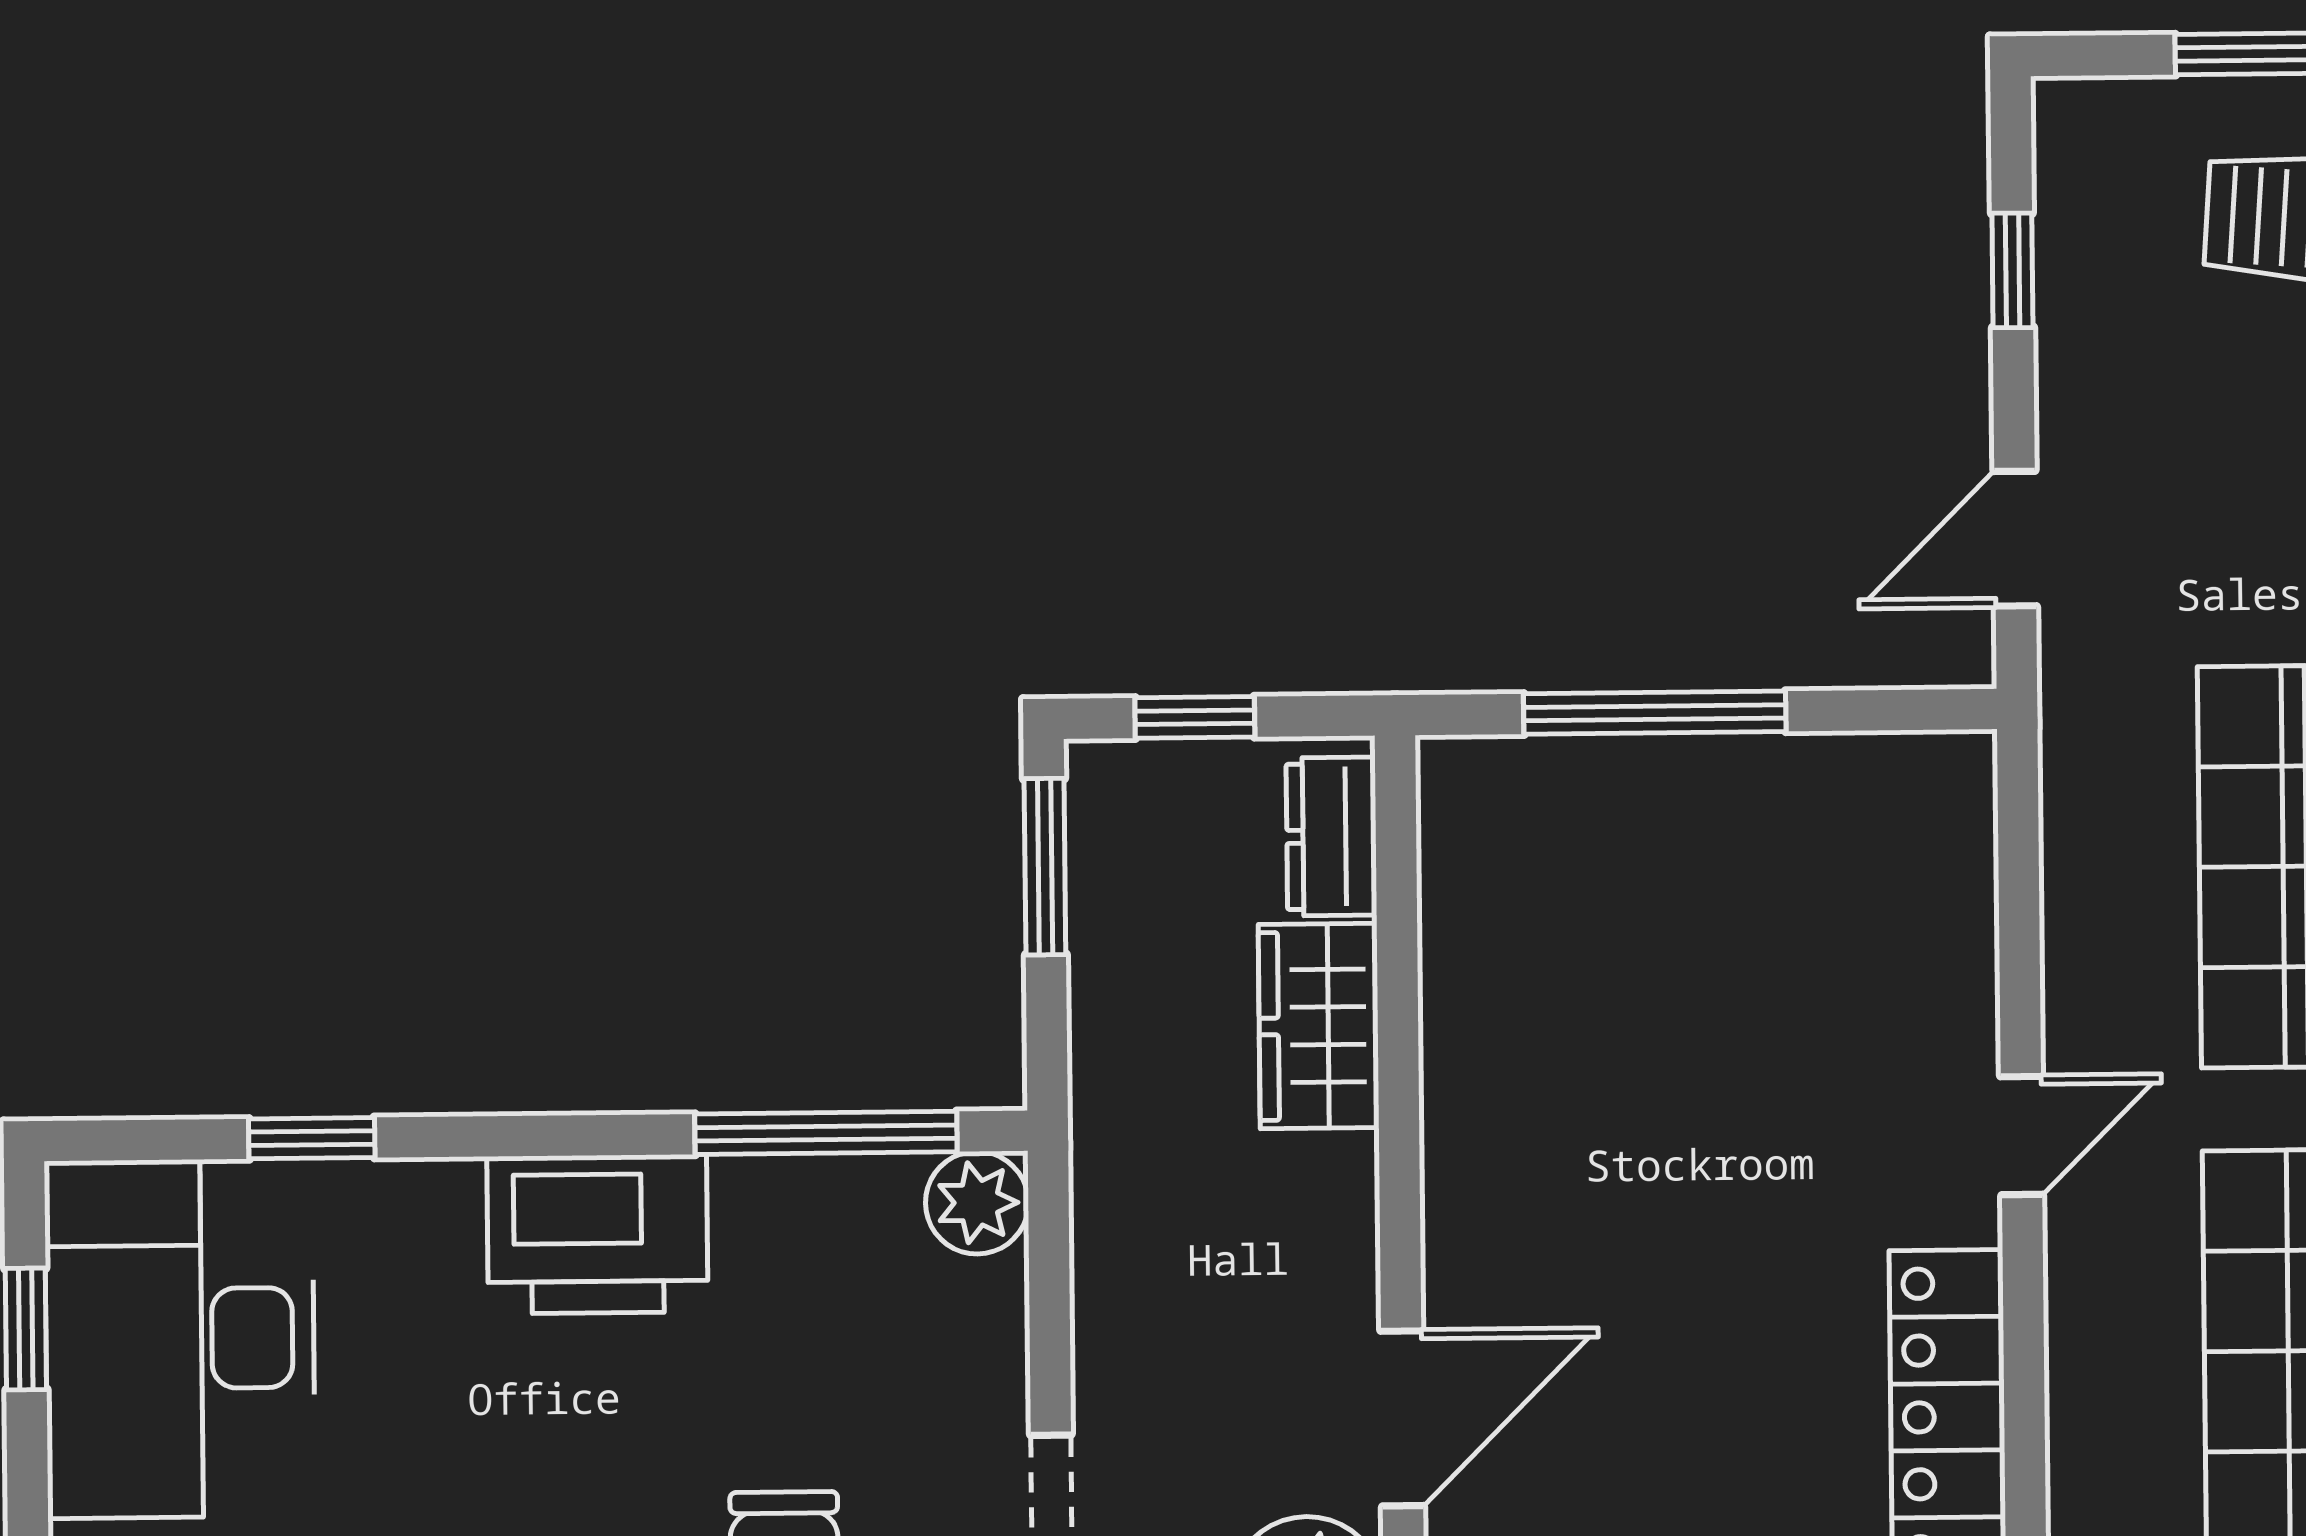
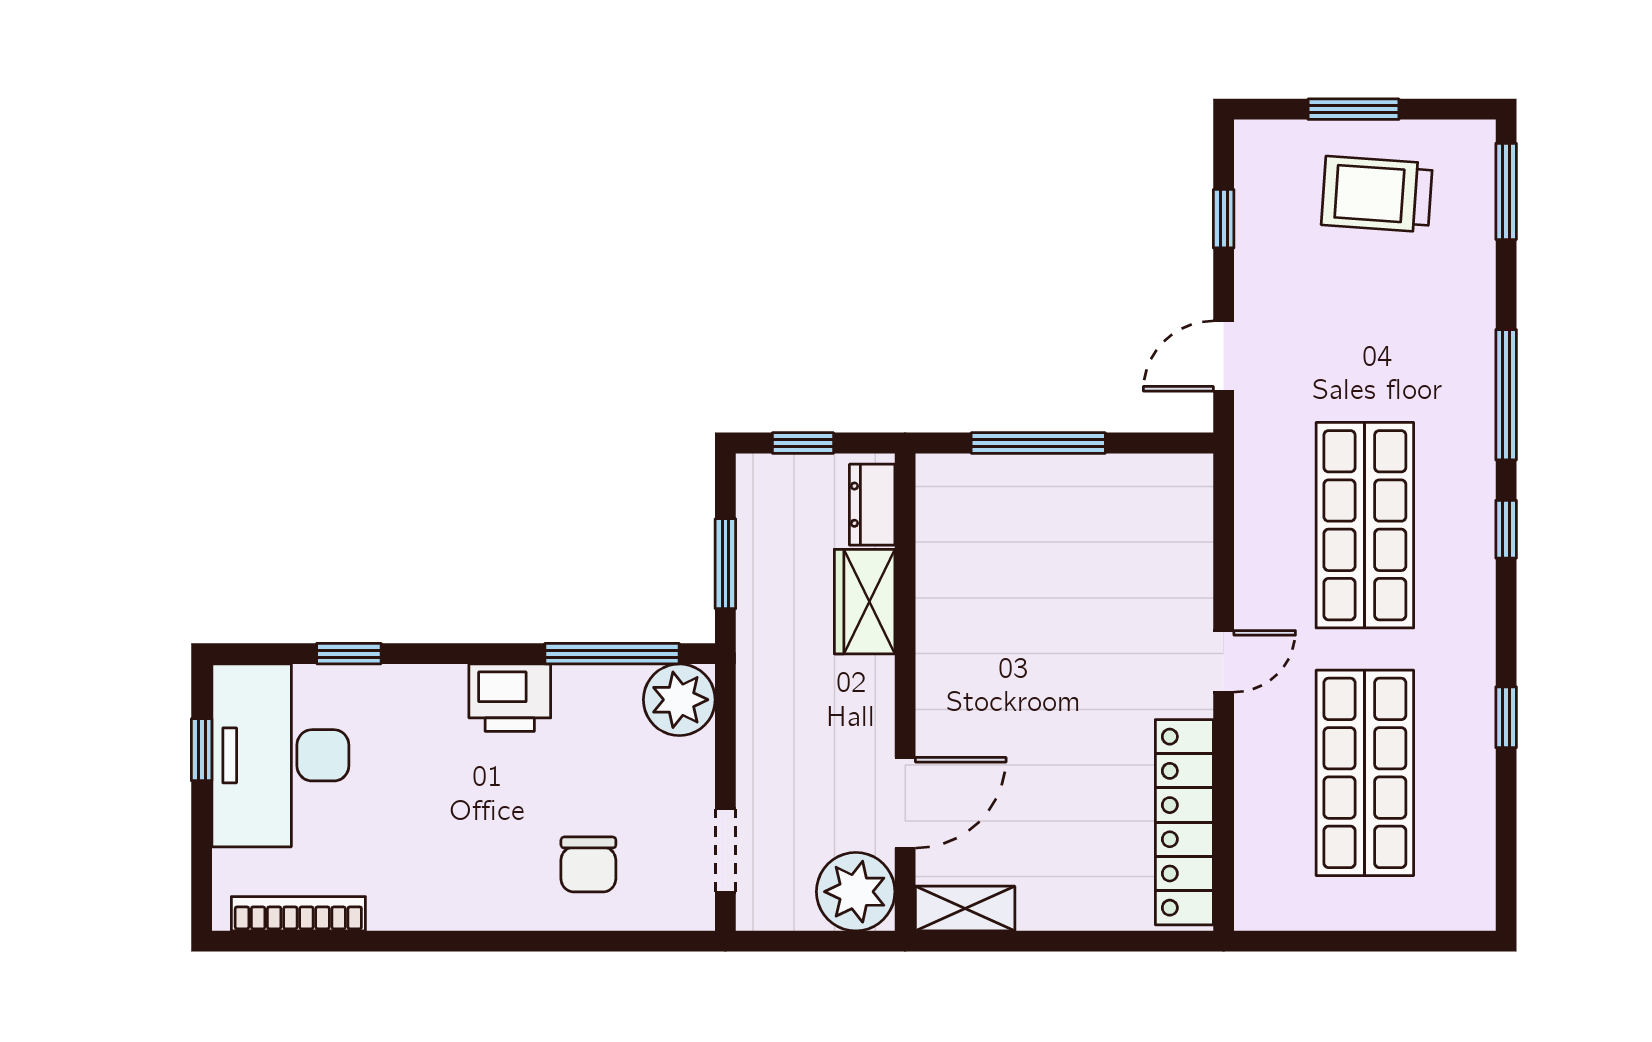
window: (1045, 867) -> (725, 564), moved
plant: (977, 1203) -> (679, 700), width x1.36, depth x1.36
printer: (597, 1234) -> (510, 698), width x0.73, depth x0.84

